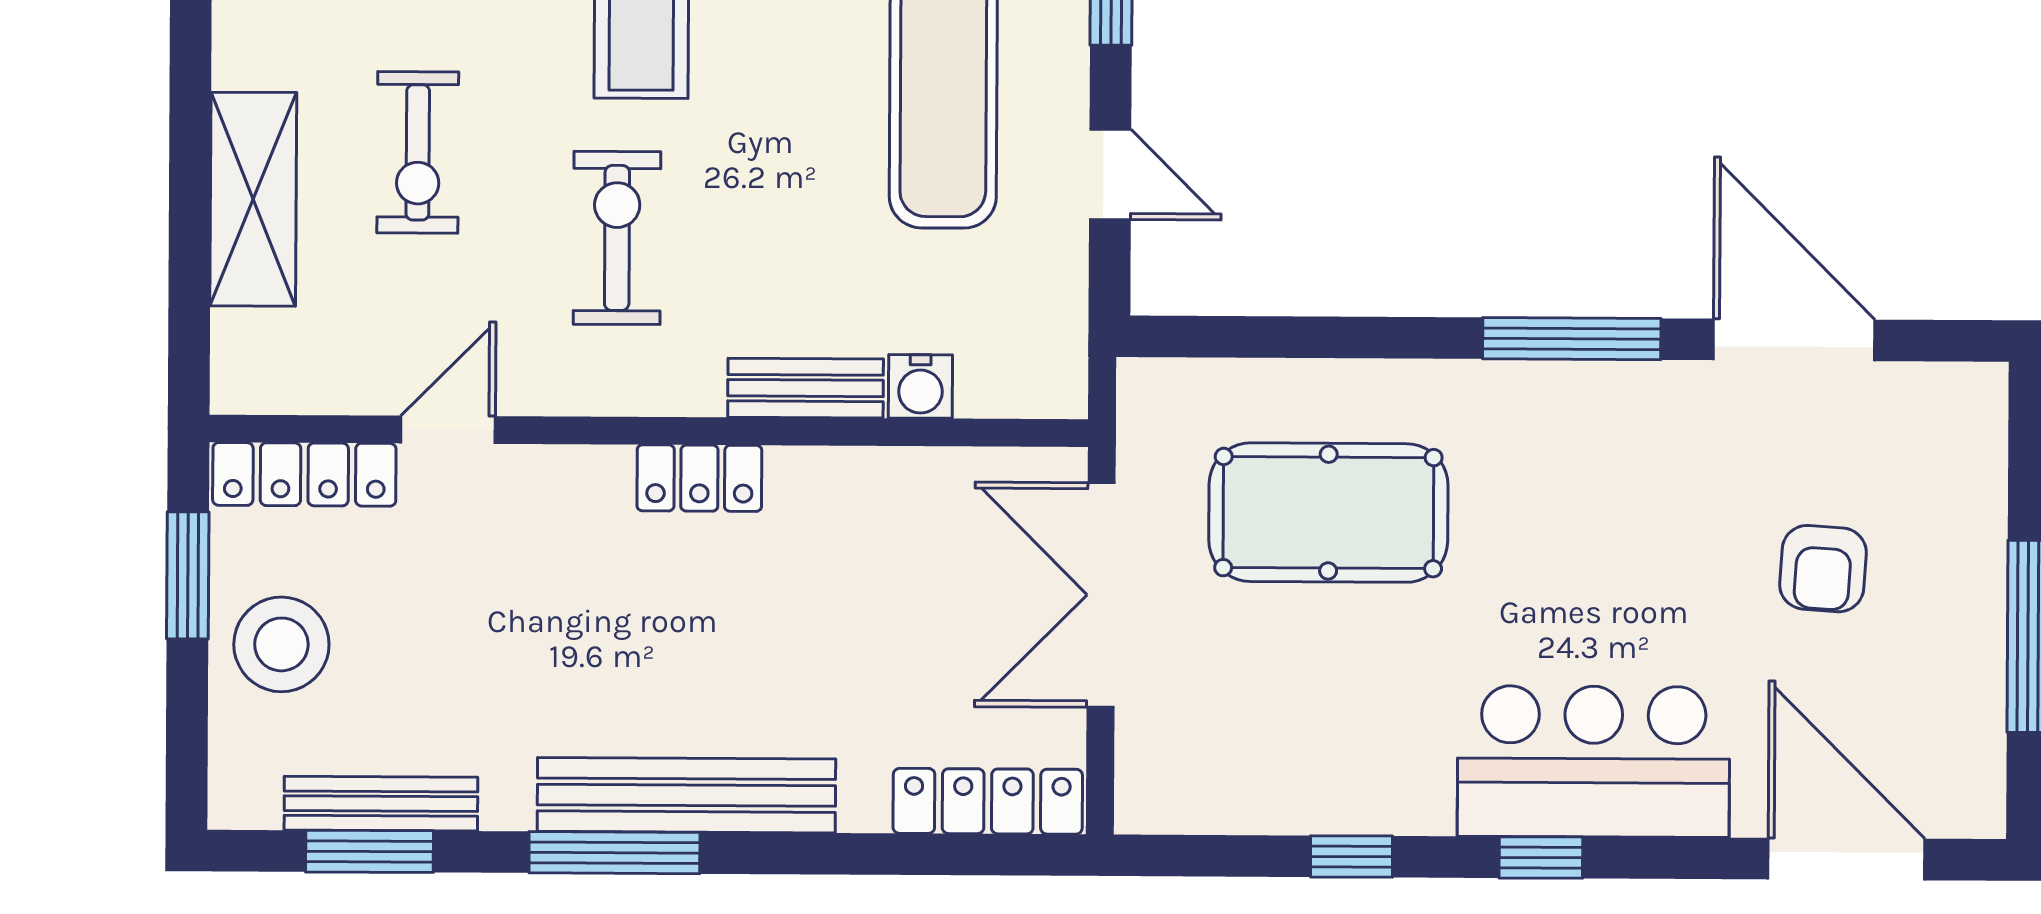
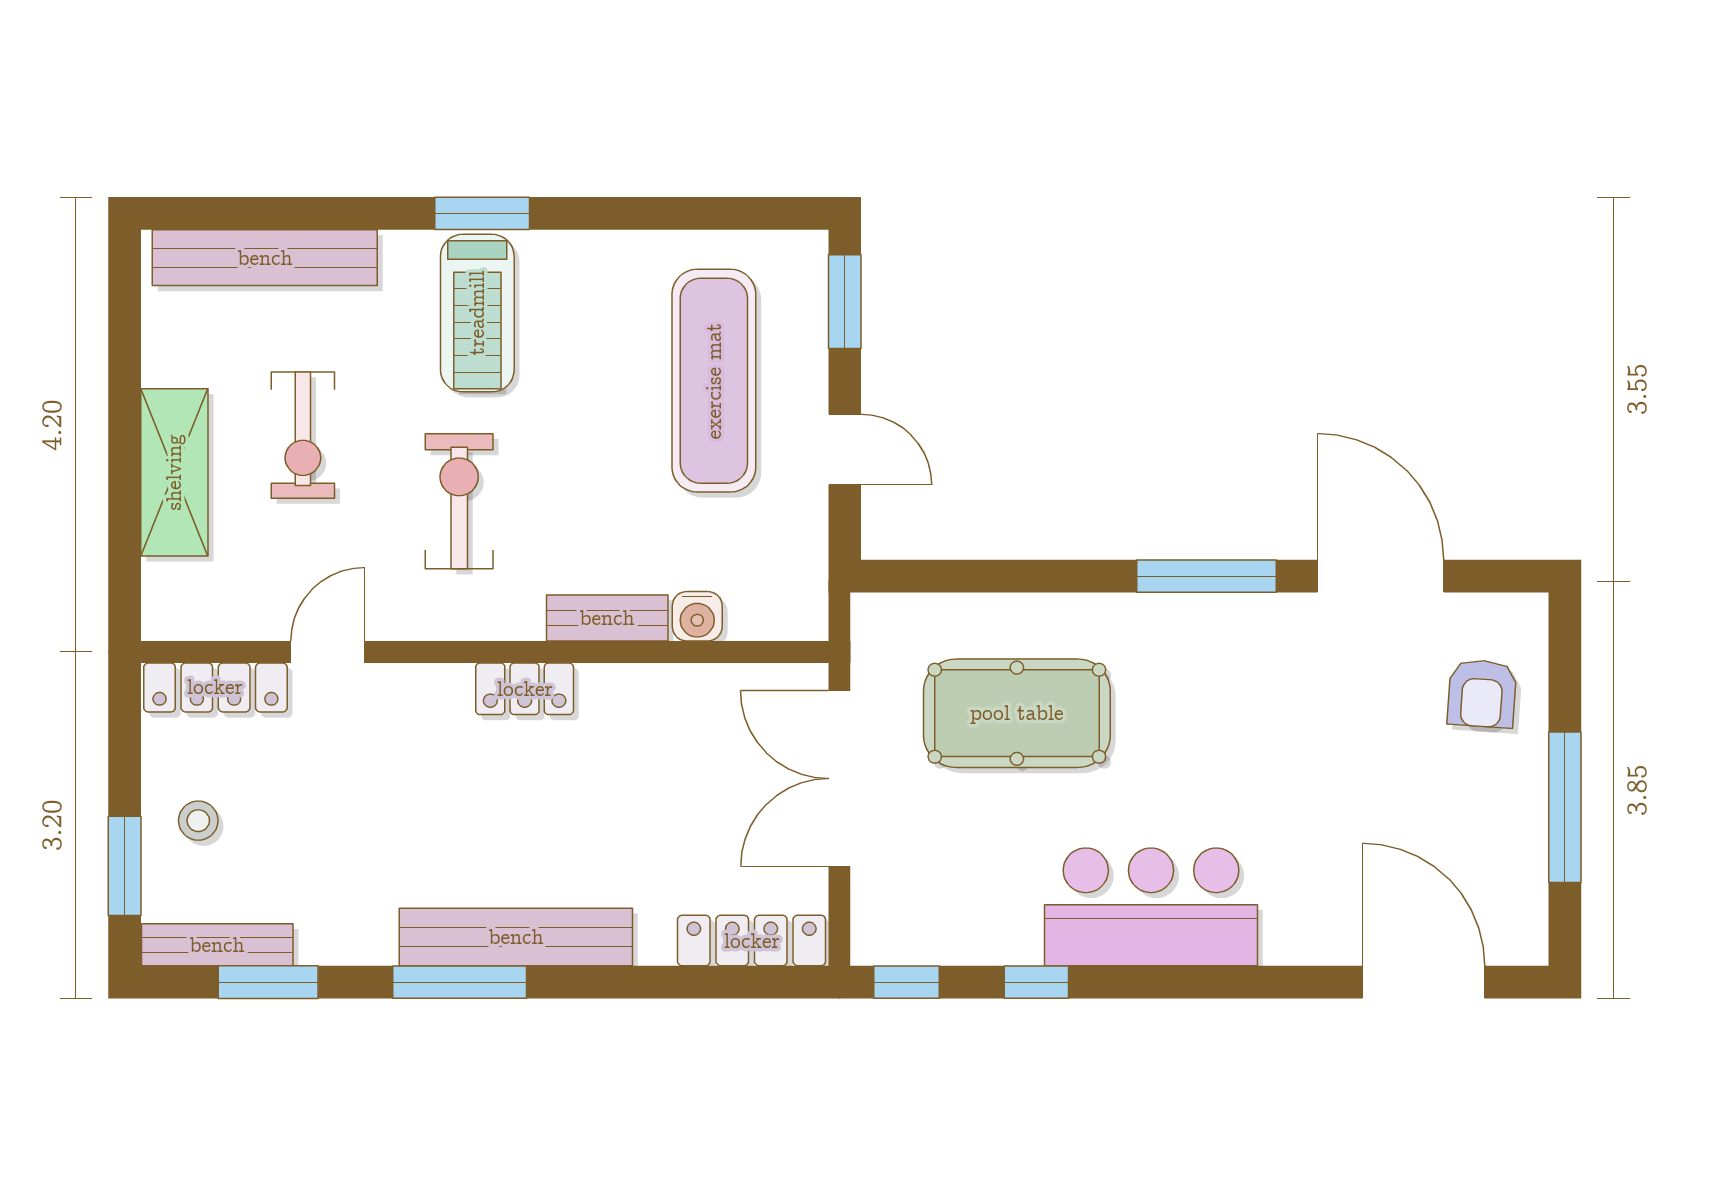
armchair: (1823, 569) -> (1482, 694), moved
window: (188, 575) -> (125, 866), moved
stool: (281, 644) -> (198, 821), width x0.53, depth x0.53
bar counter: (1594, 762) -> (1151, 907), moved
bench: (381, 804) -> (217, 945), moved
window: (1541, 857) -> (907, 982), moved

